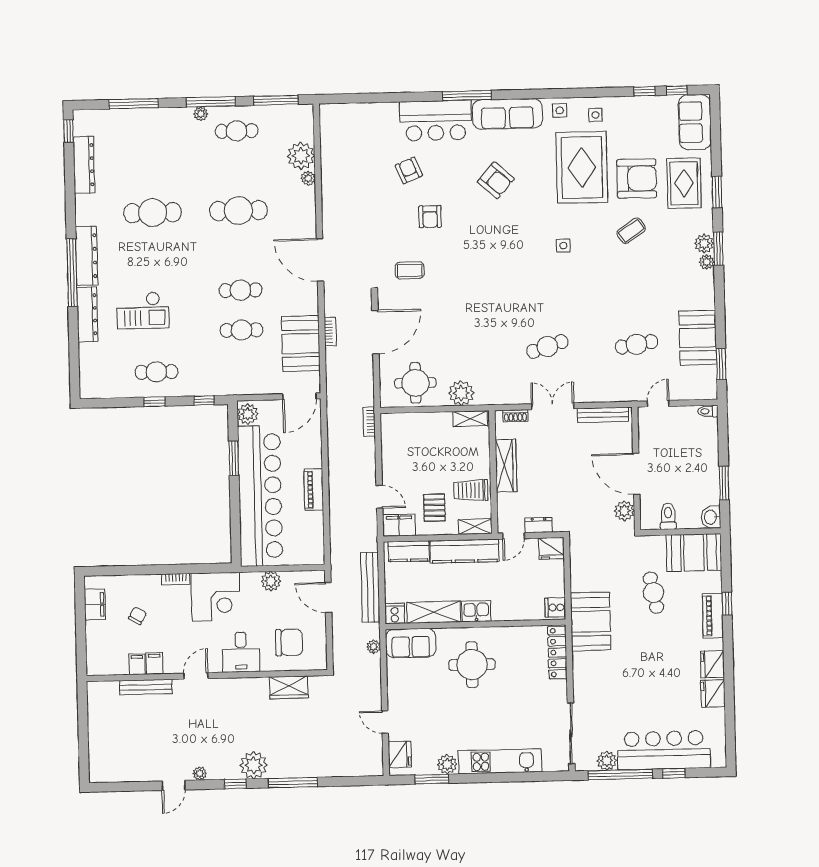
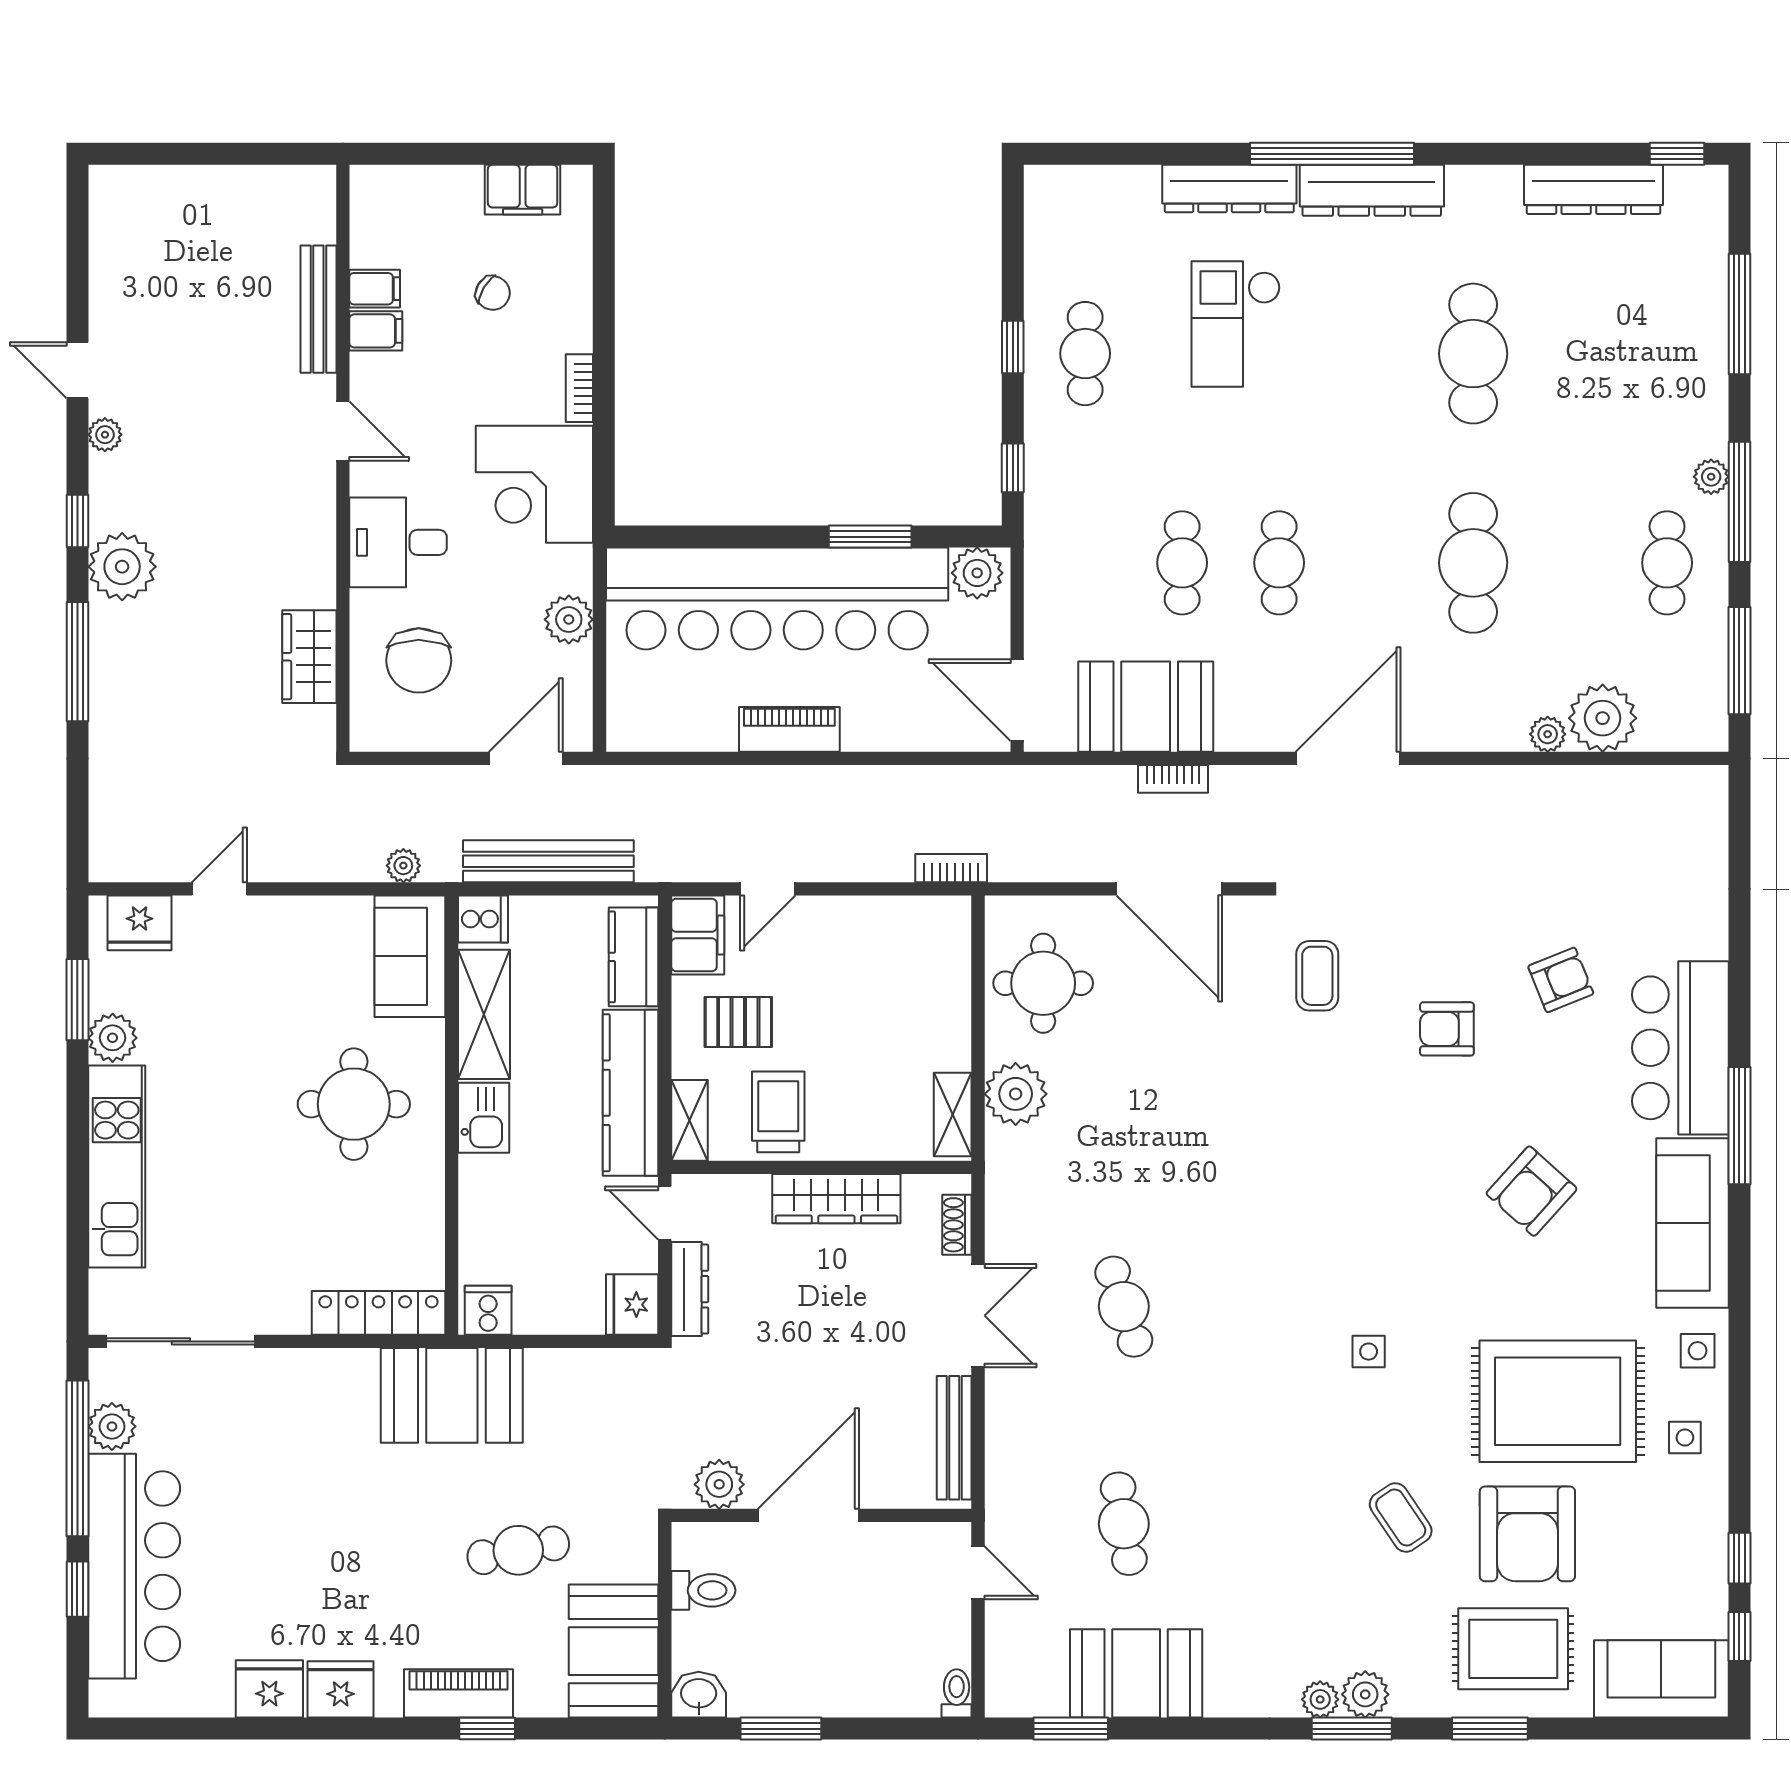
dresser: (539, 525) -> (690, 1289), width x1.44

